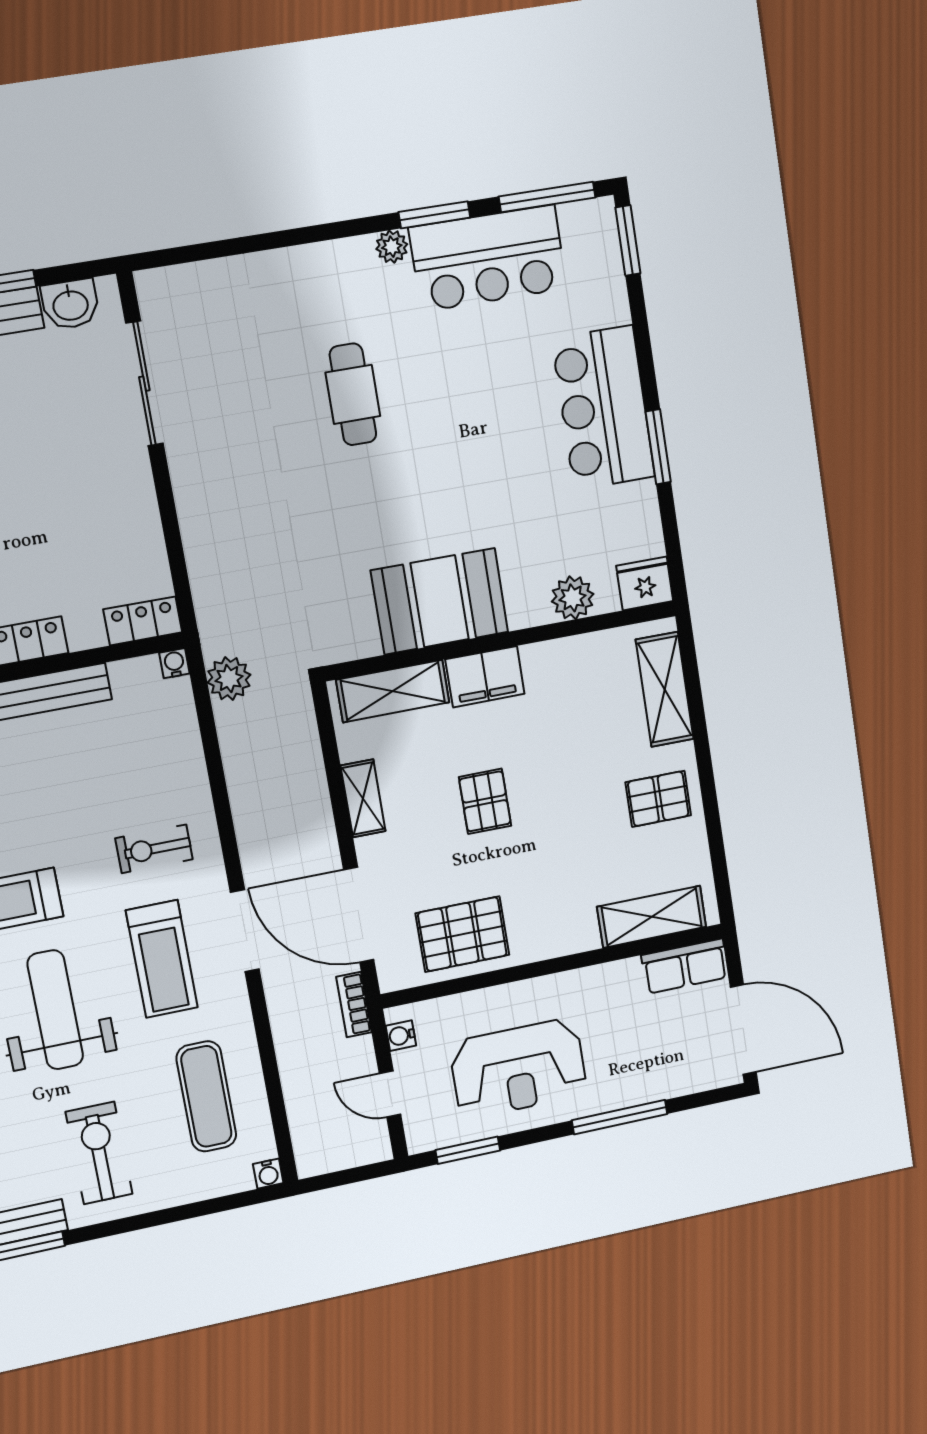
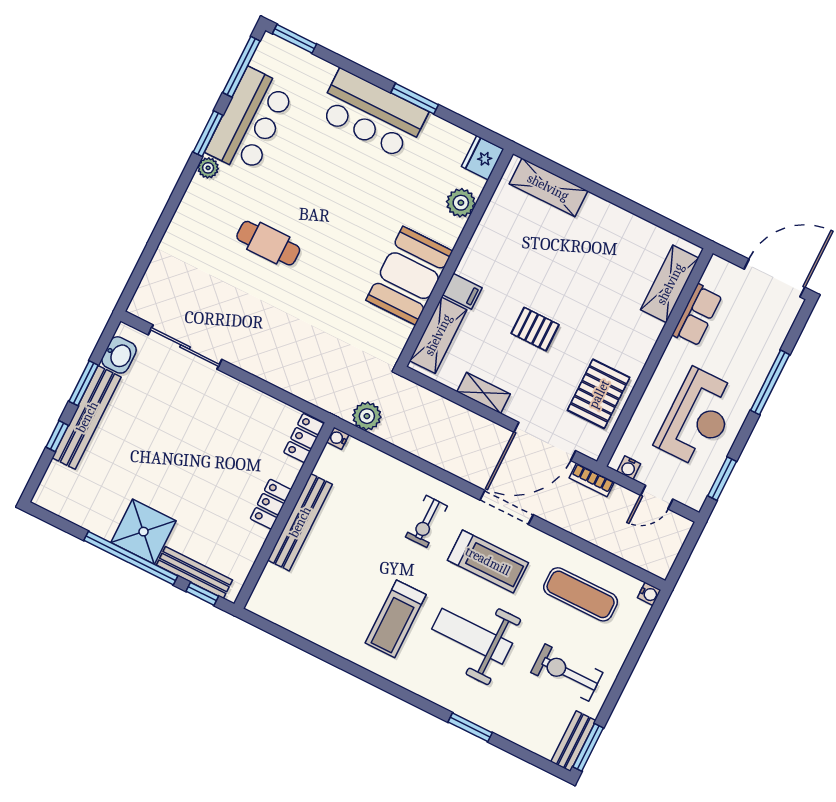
filing cabinet: (485, 677) -> (462, 291), width x0.50
pallet: (658, 799) -> (606, 234), removed
row of seats: (685, 966) -> (697, 315), moved

